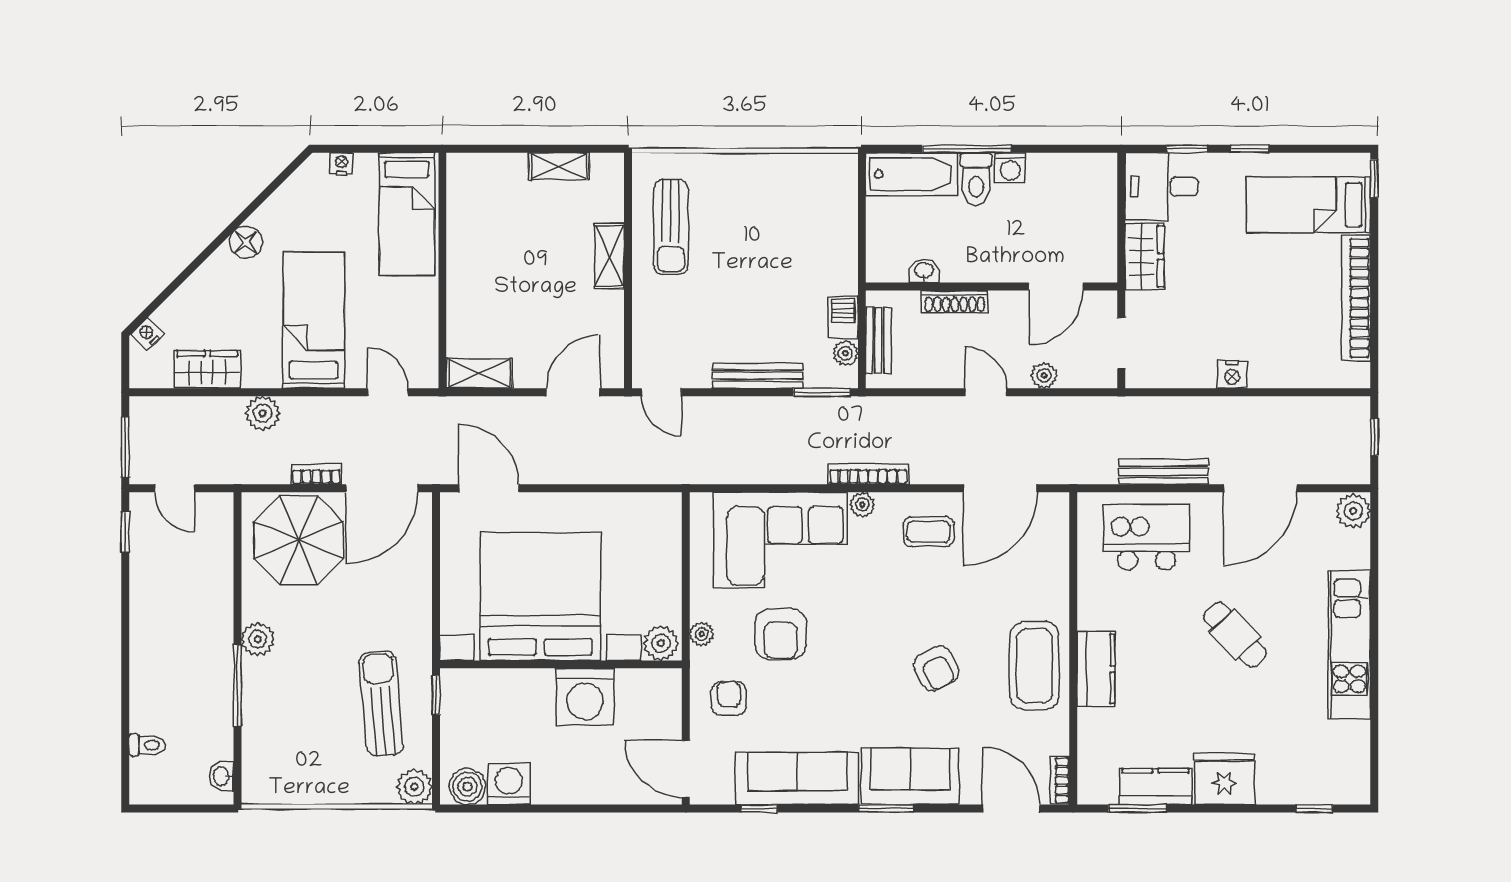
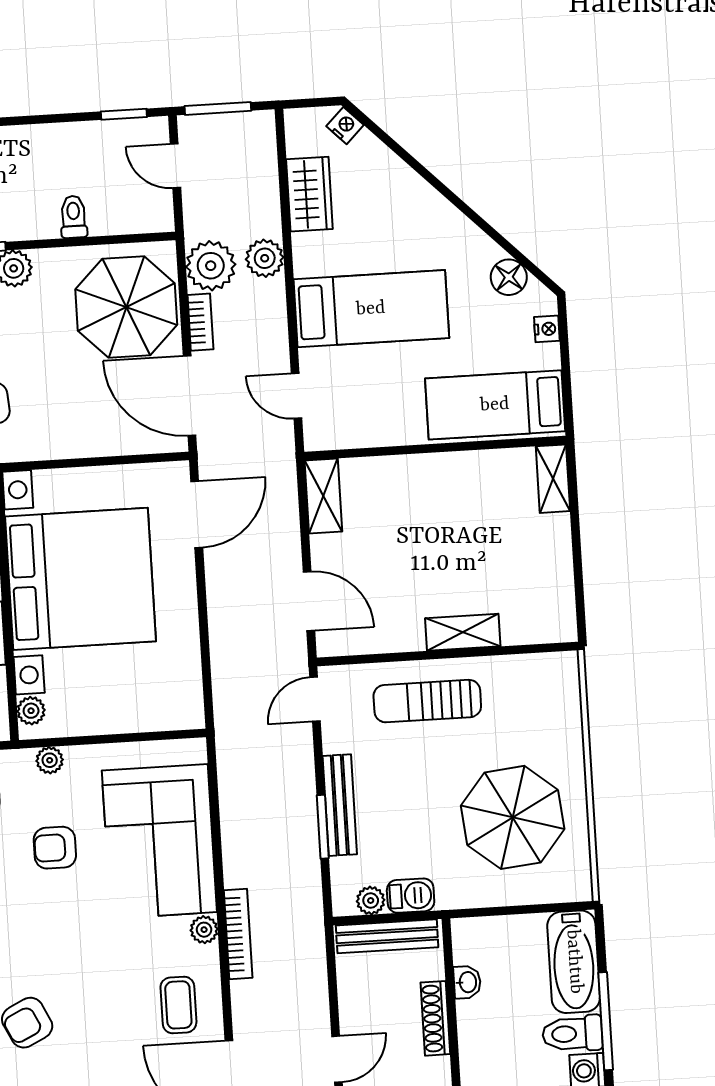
shelving: (559, 166) -> (553, 479), moved
parasol: (779, 221) -> (513, 817), added
sun lounger: (671, 227) -> (427, 701), moved
floor lamp: (246, 242) -> (509, 277), moved
bench: (878, 340) -> (387, 936), width x1.36
door: (388, 392) -> (296, 396), swing flipped
window: (822, 392) -> (323, 827), moved
plant: (266, 462) -> (211, 266), added
door: (175, 488) -> (175, 166), hinge flipped
toilet: (215, 583) -> (74, 217), added
armchair: (781, 634) -> (55, 848), width x0.72, depth x0.72
plant: (661, 643) -> (31, 711), width x0.73, depth x0.73

